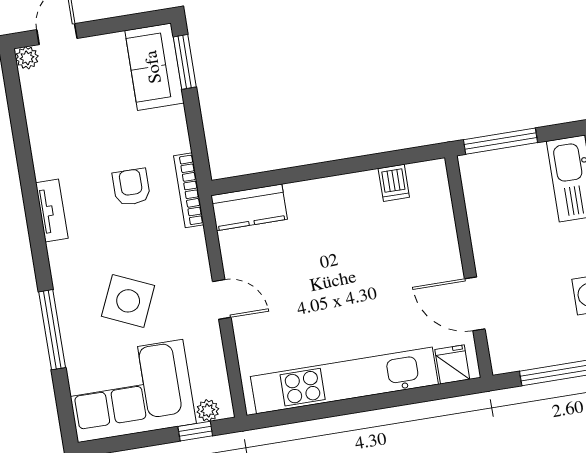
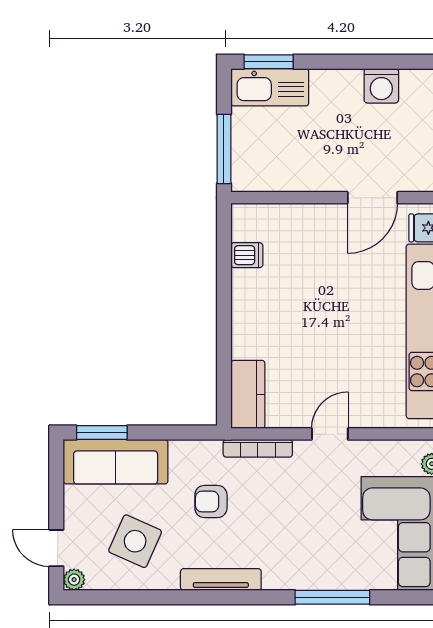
sofa: (154, 67) -> (116, 462), width x1.36
bookcase: (189, 190) -> (258, 448), moved
tv unit: (52, 210) -> (221, 580), width x1.41
side table: (128, 301) -> (135, 541), moved

